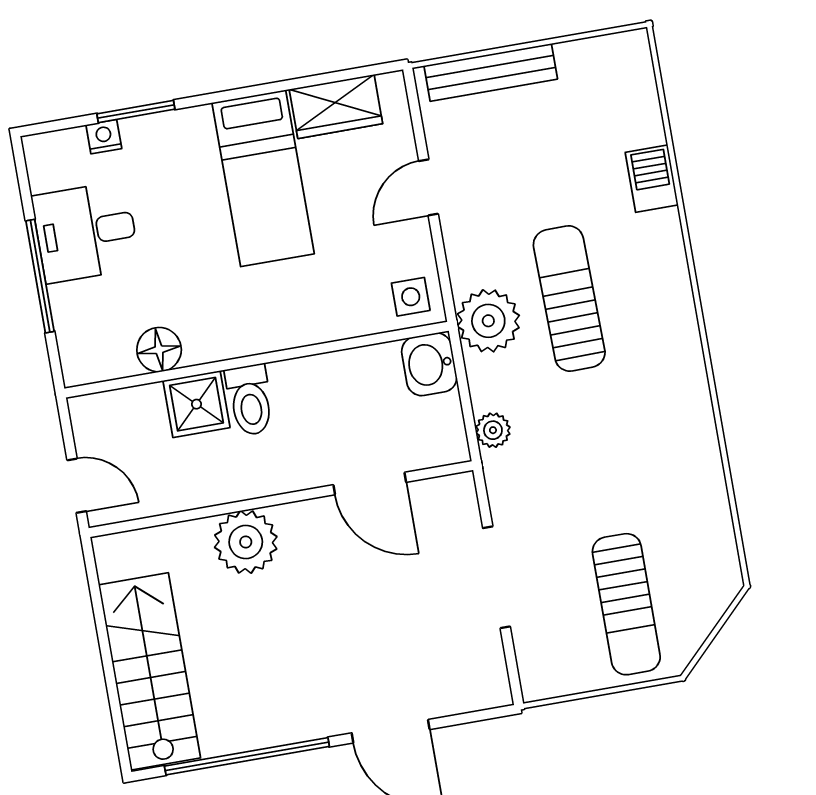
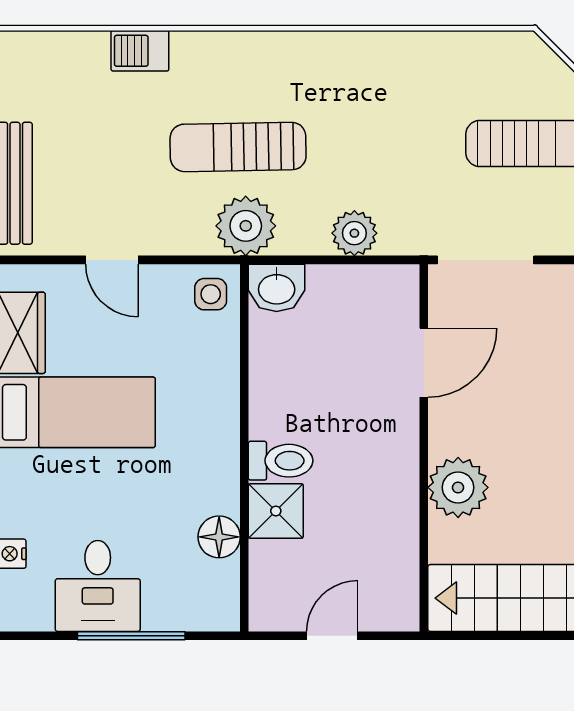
plant: (493, 430) -> (354, 233), width x1.38, depth x1.38
door: (370, 484) -> (424, 363), moved
wall: (281, 499) -> (424, 448), moved
plant: (246, 542) -> (458, 487), moved

